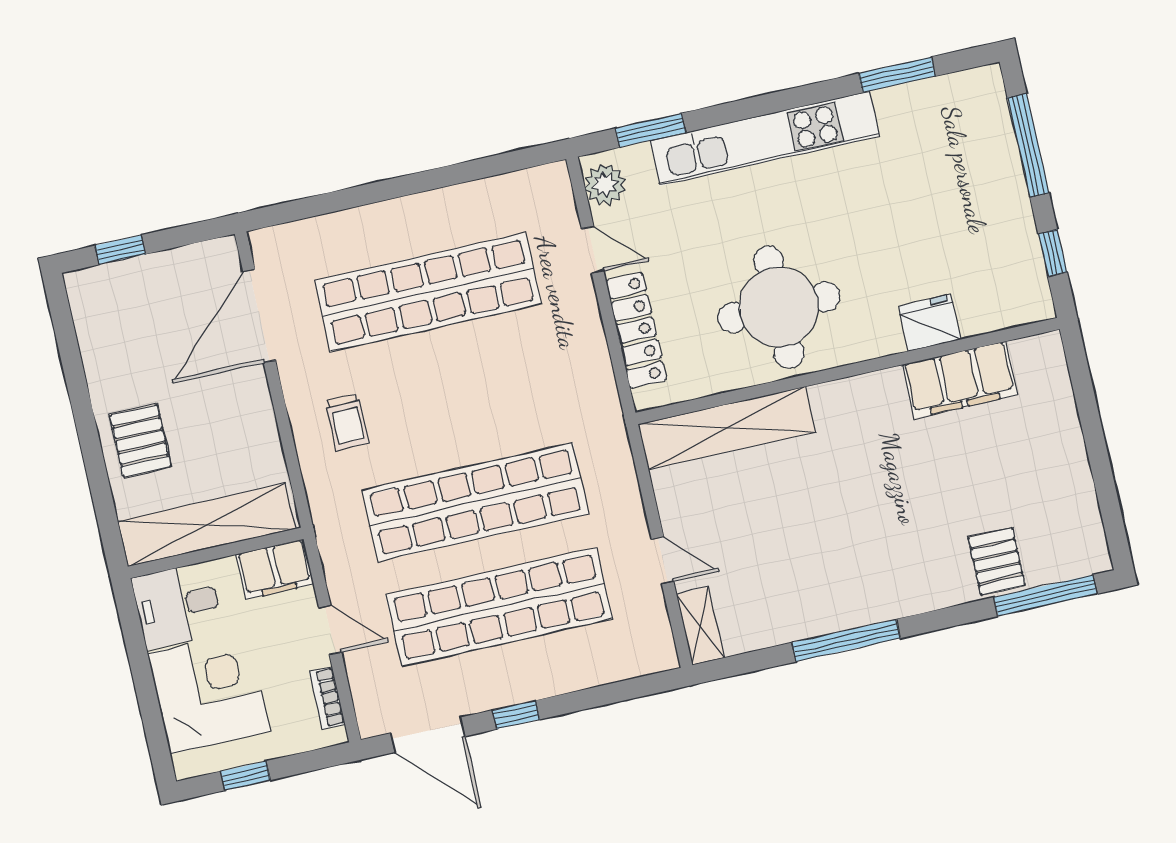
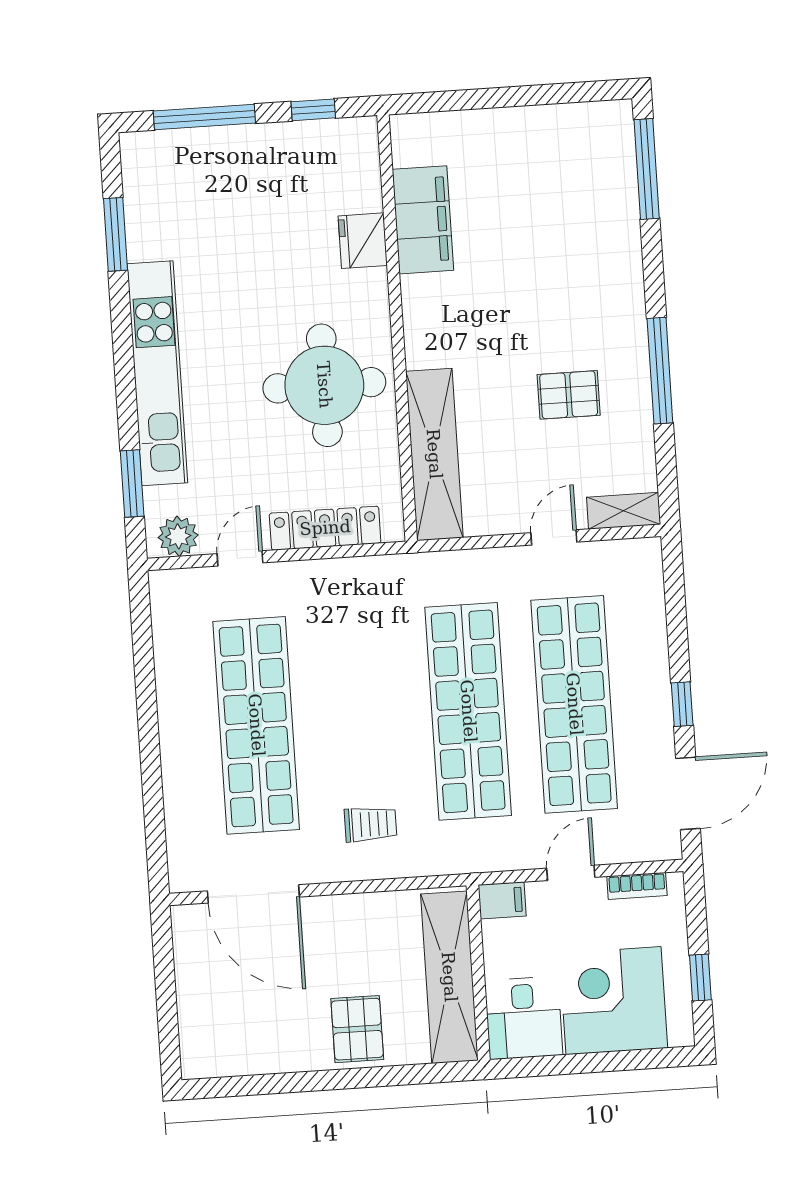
window: (120, 250) -> (168, 1019), removed
pallet: (140, 441) -> (357, 1029), turned 90
pallet: (997, 562) -> (569, 395), moved
filing cabinet: (275, 569) -> (502, 900), width x0.50

